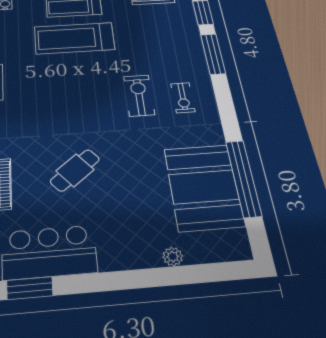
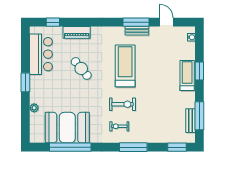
treadmill: (74, 38) -> (125, 66), moved
window: (213, 54) -> (133, 147), moved
window: (30, 288) -> (25, 82), moved

